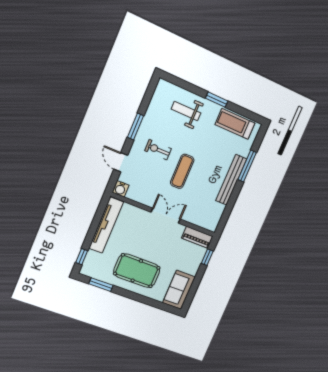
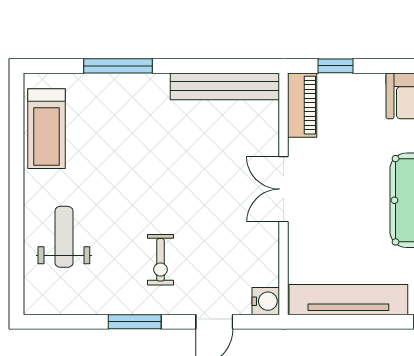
window: (217, 100) -> (16, 186), removed
weight bench: (186, 111) -> (64, 237), turned 180
exercise mat: (182, 171) -> (183, 194), removed
bench: (231, 180) -> (225, 86), moved

